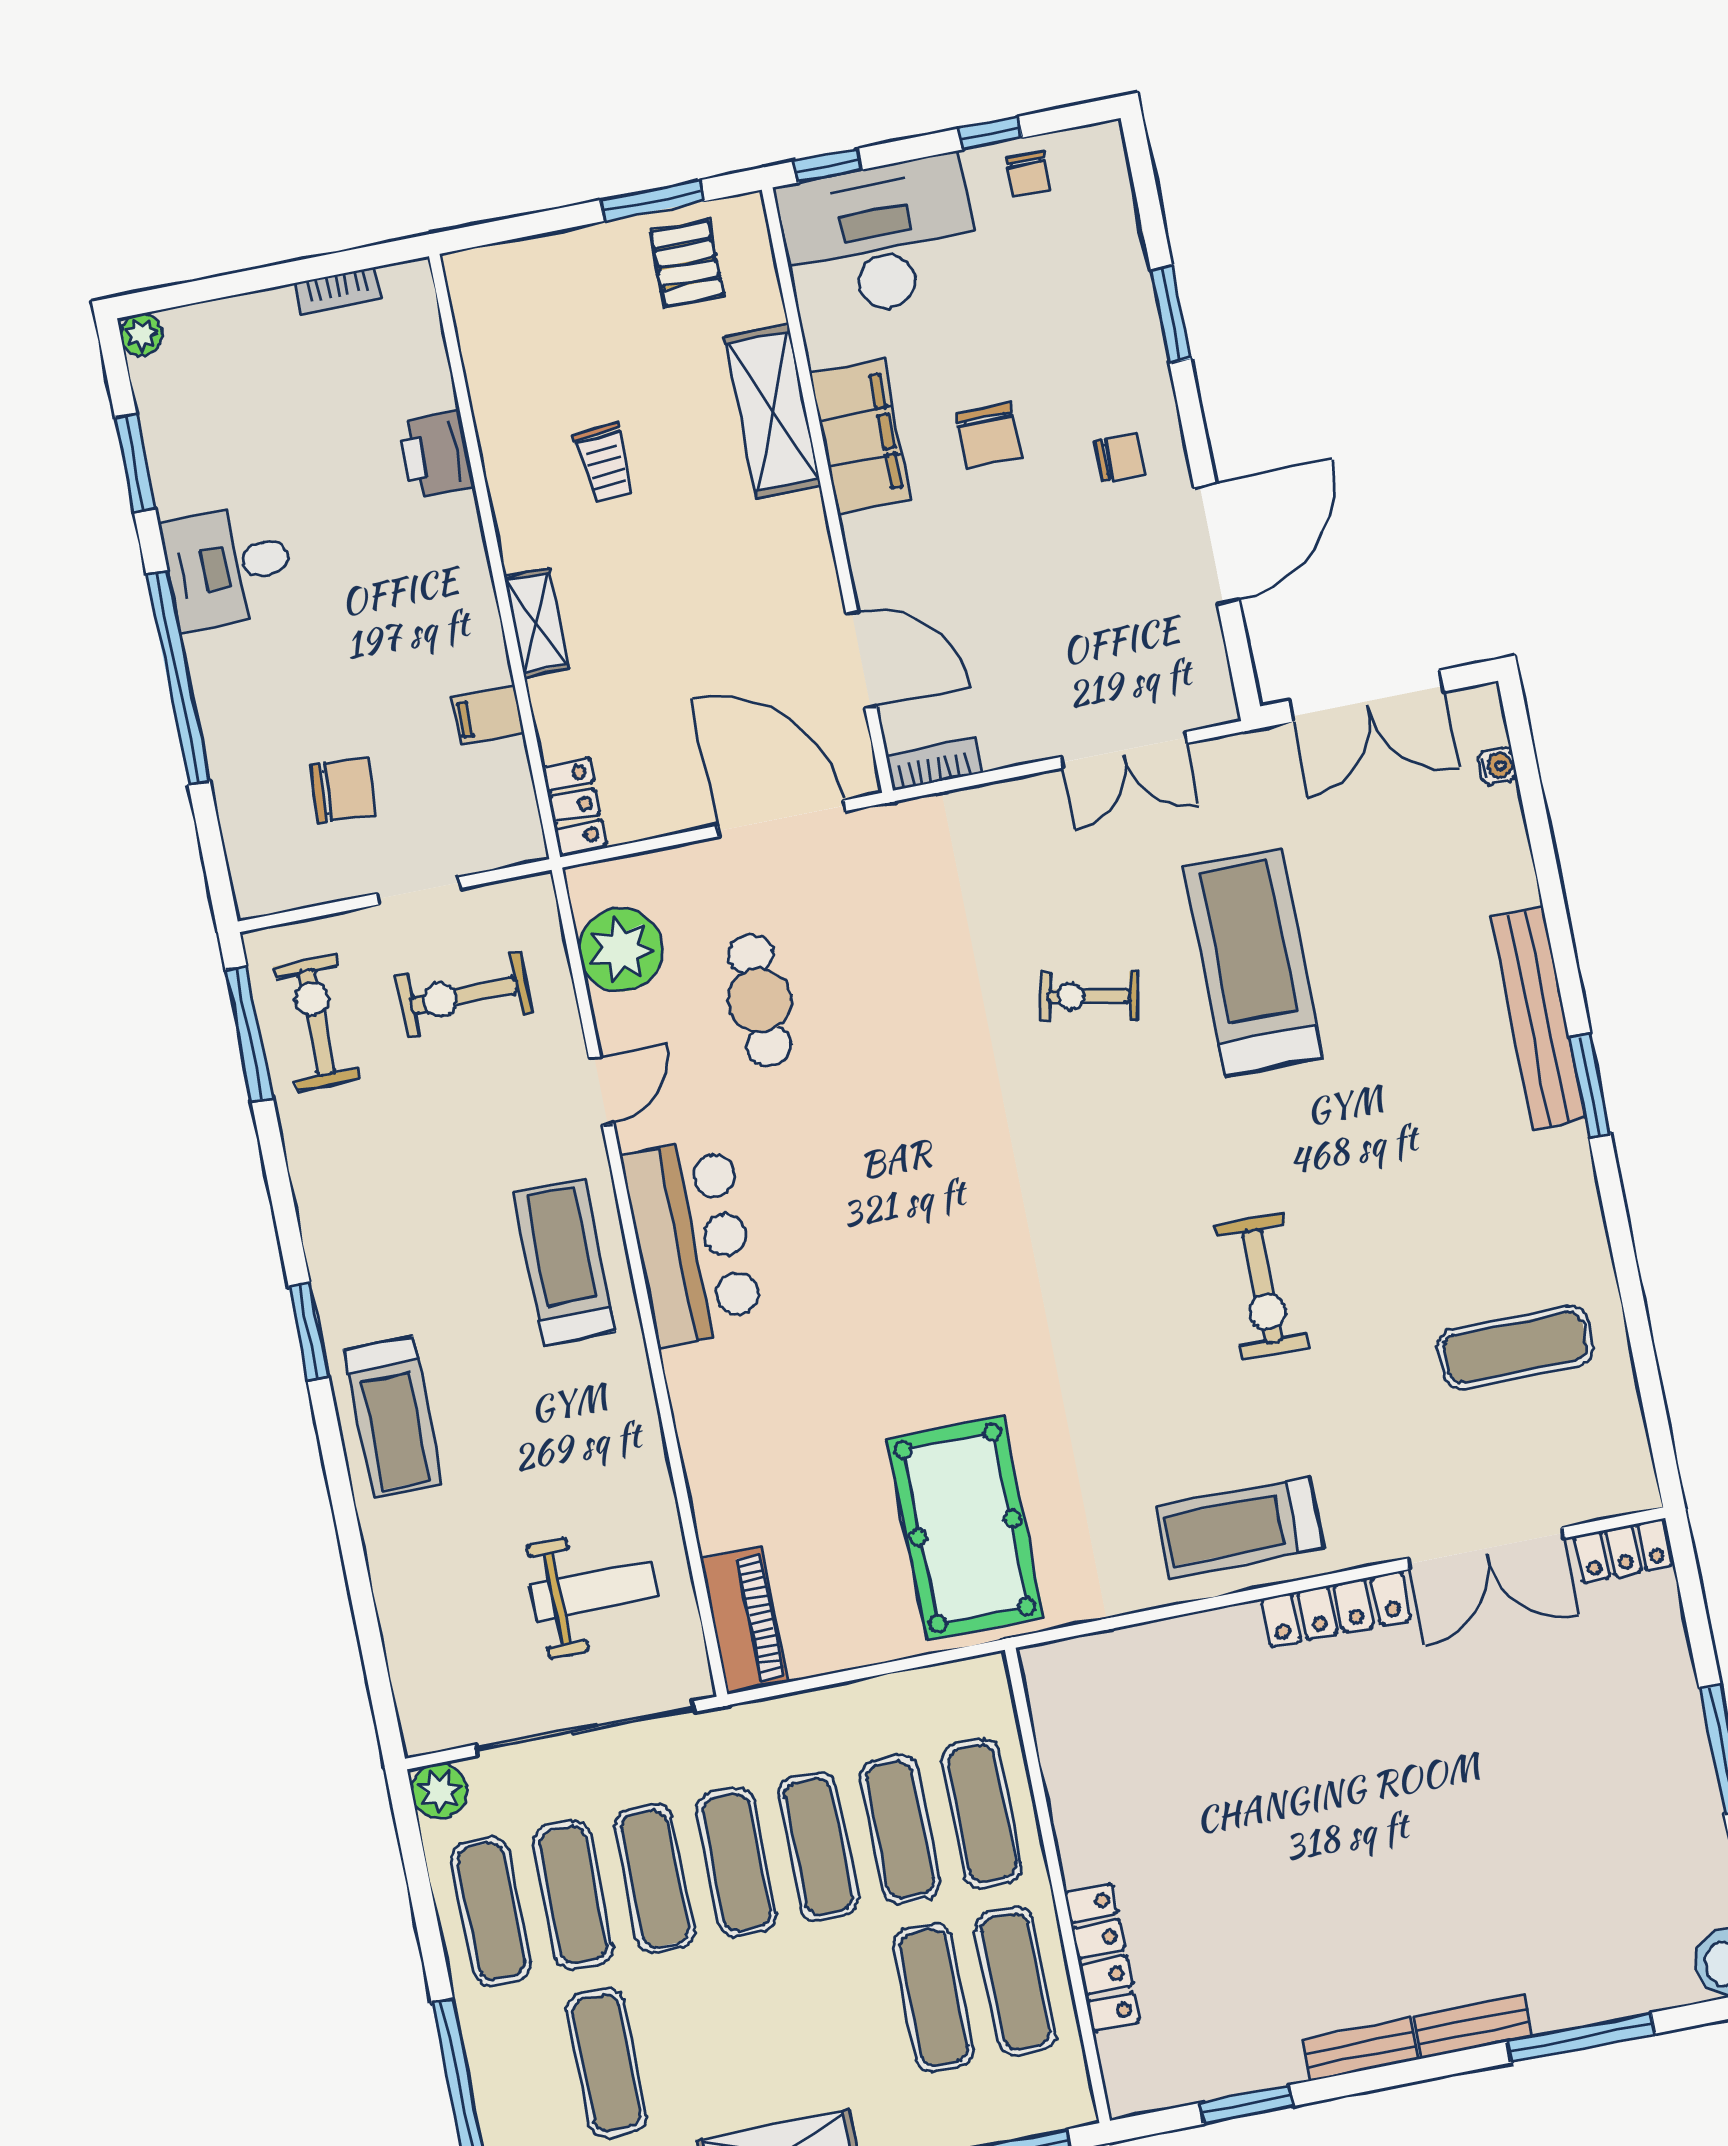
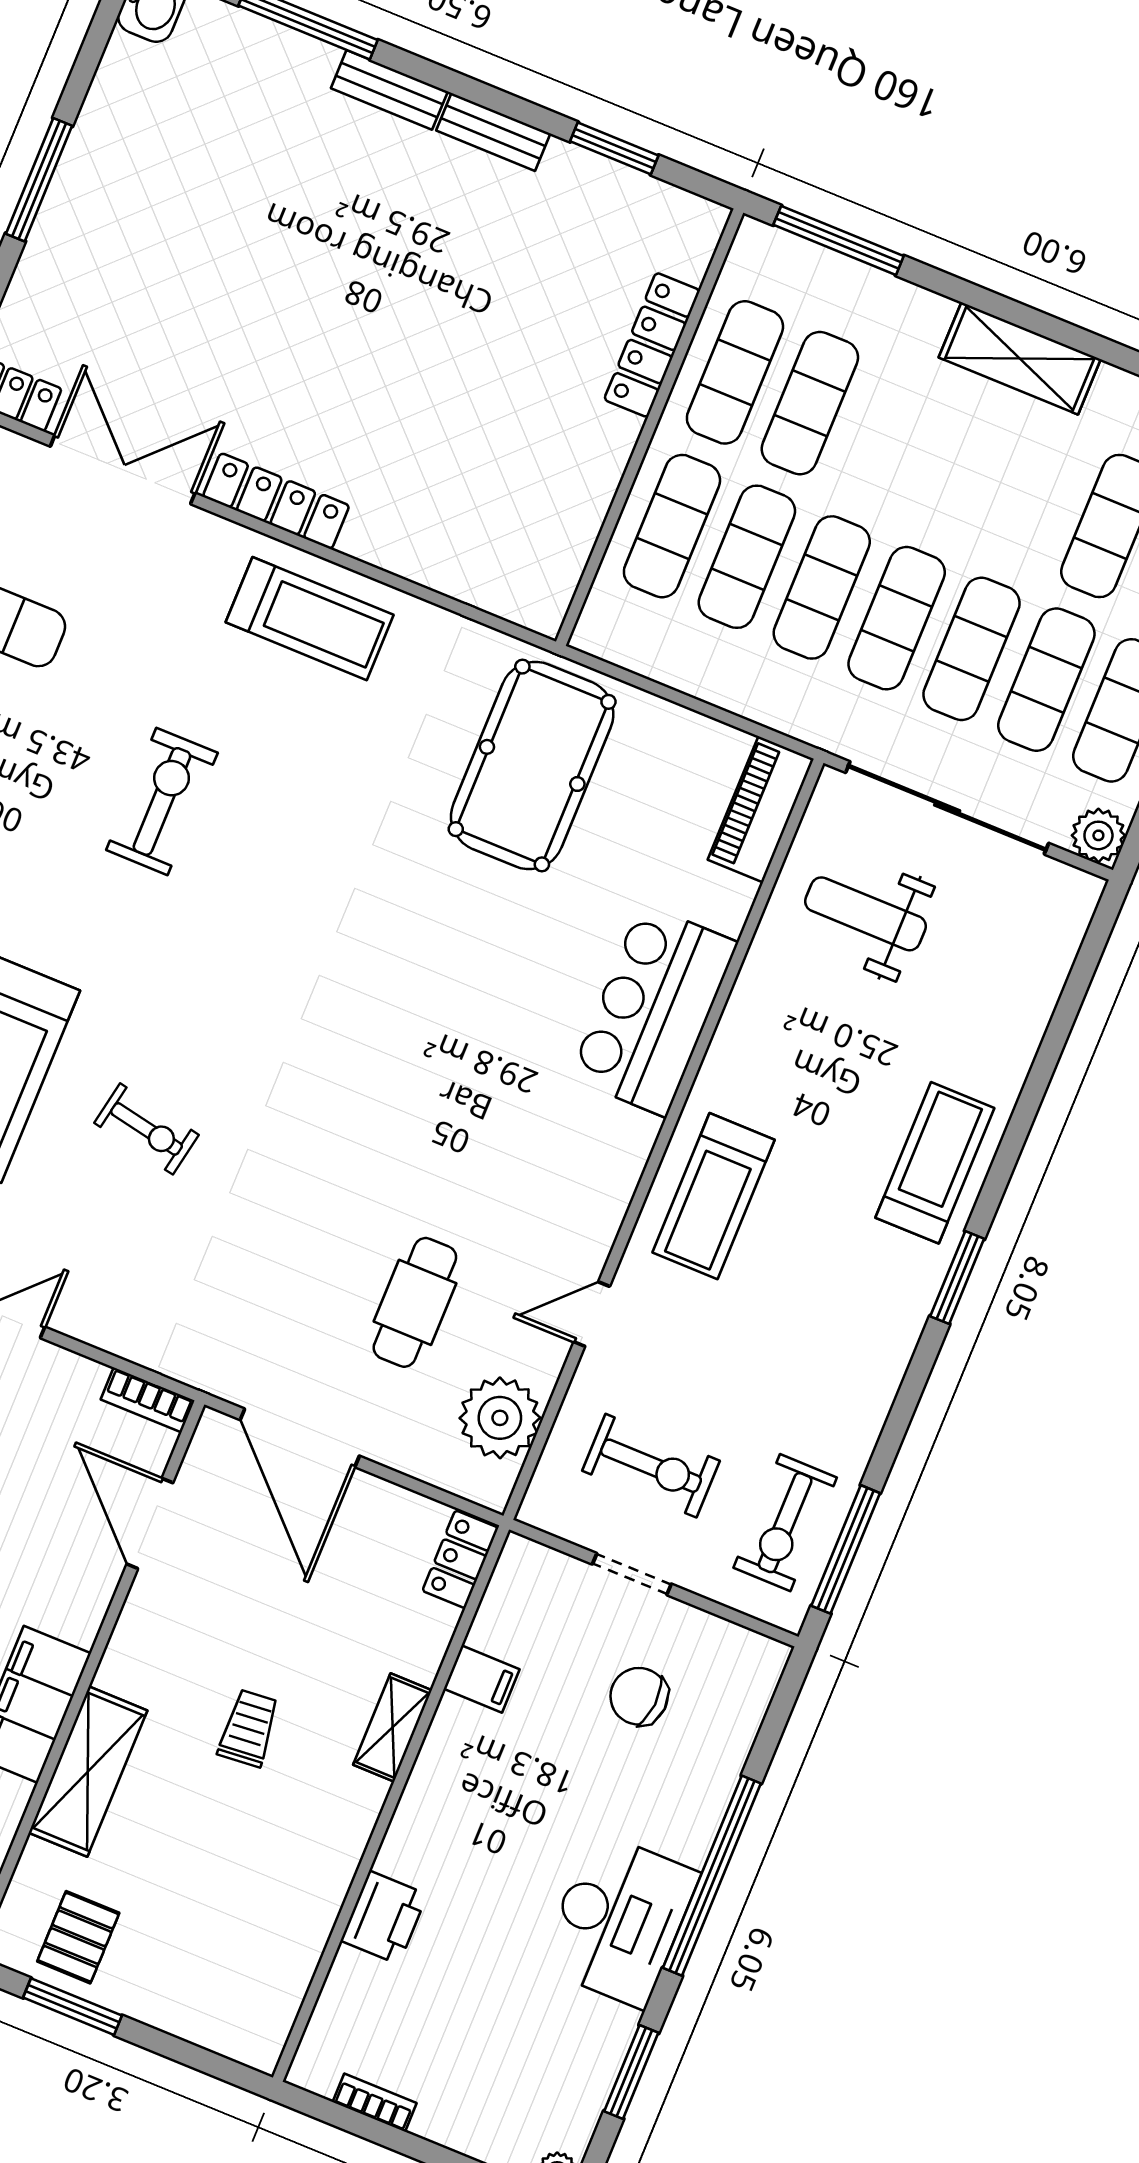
trolley: (605, 462) -> (249, 1728), moved
desk: (228, 566) -> (619, 1920), width x1.37
bar counter: (692, 1241) -> (654, 1010), moved

